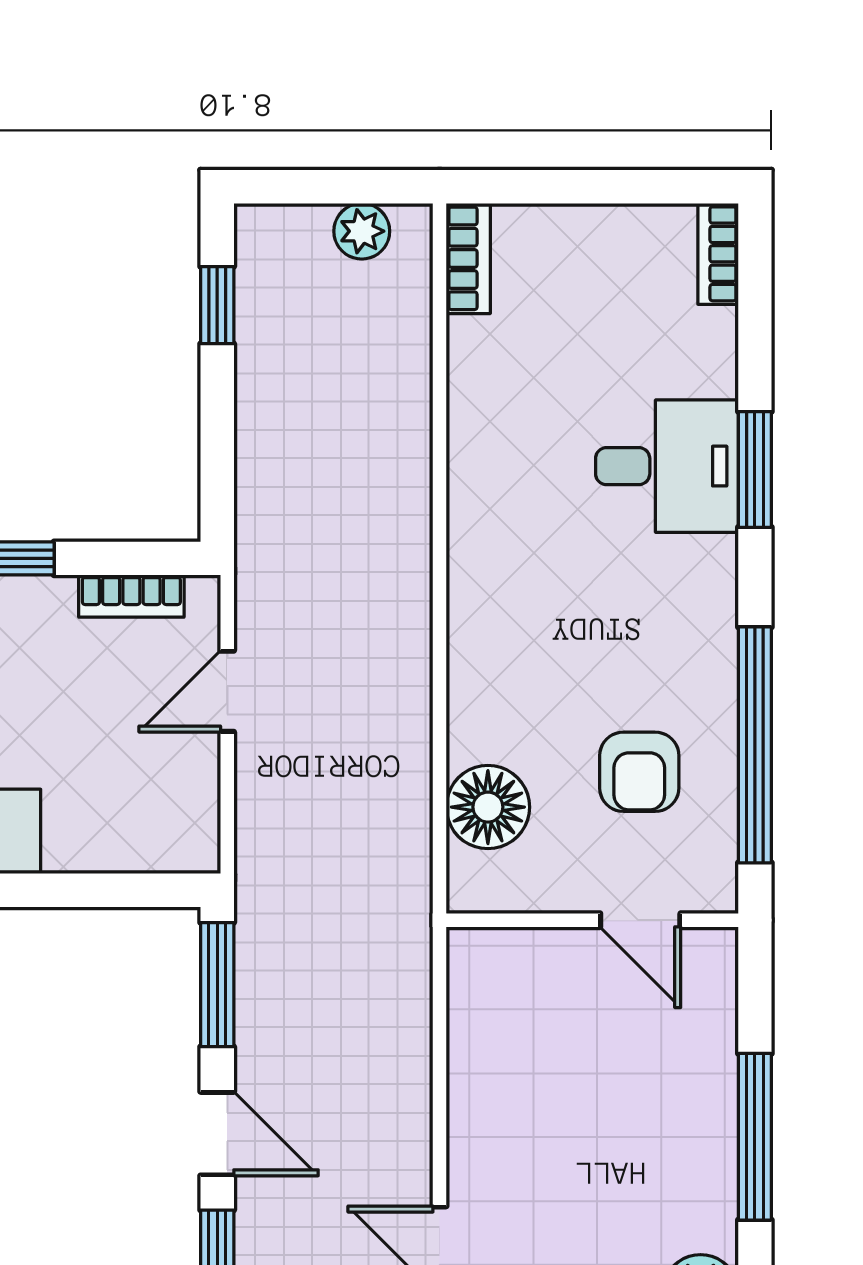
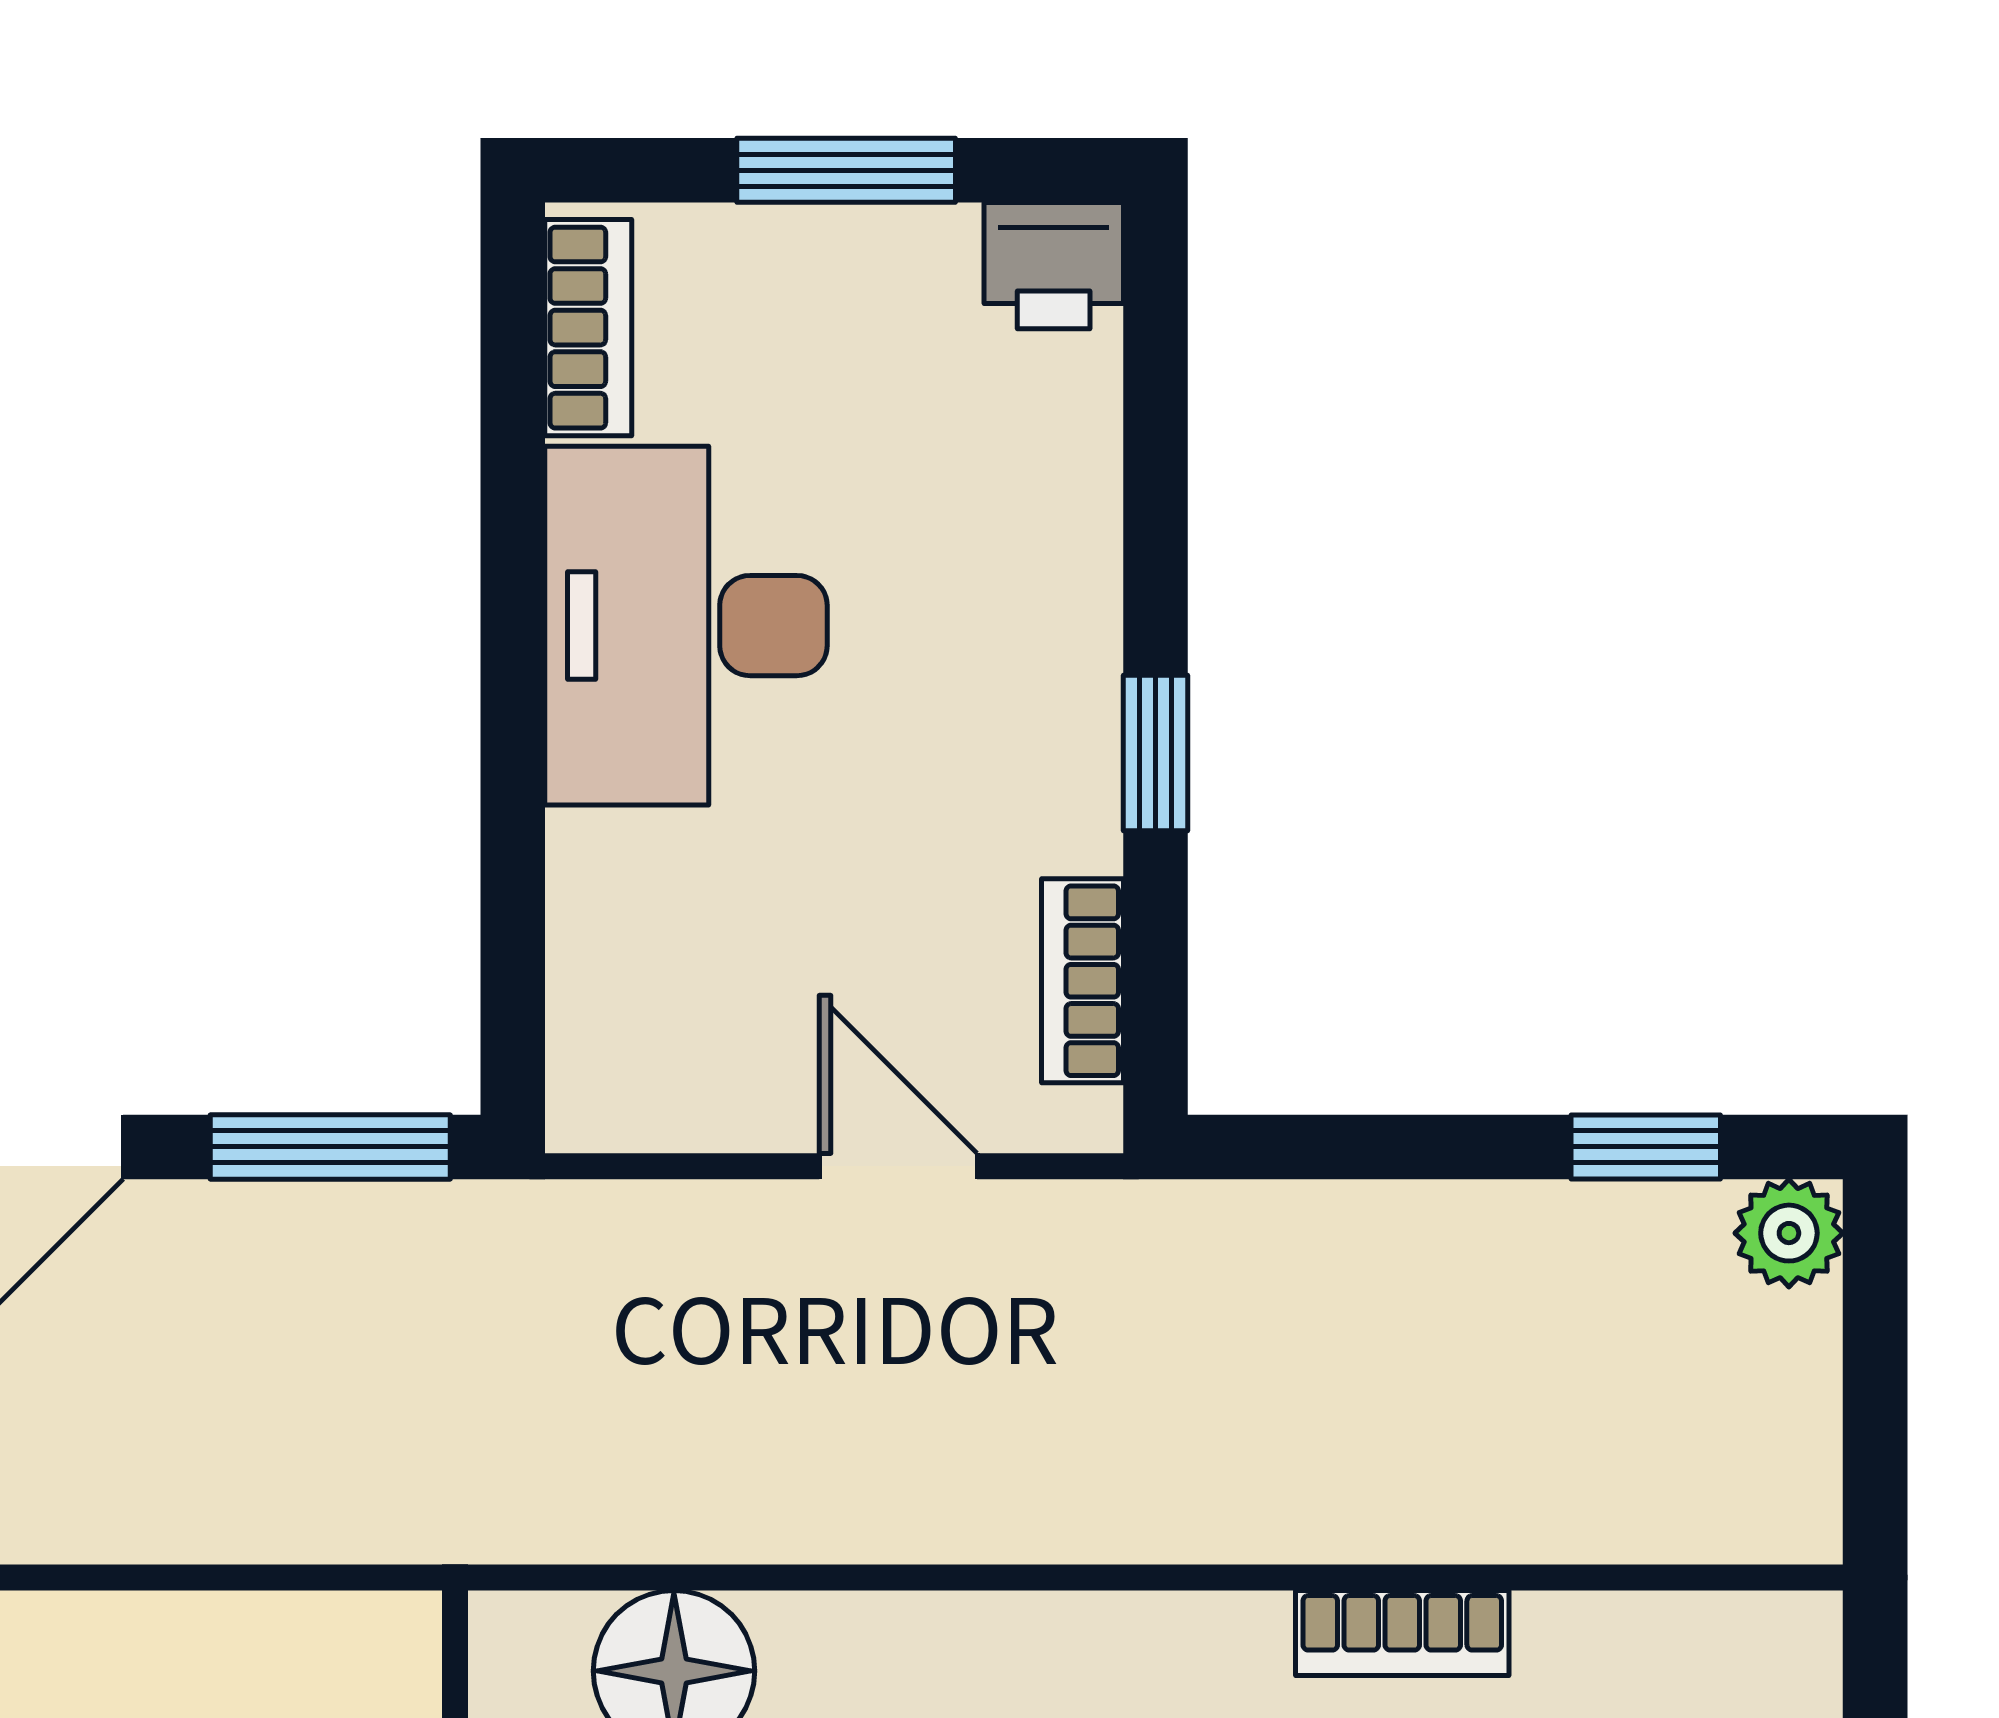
plant: (362, 231) -> (1789, 1233), moved
bookcase: (468, 258) -> (1402, 1633), moved

